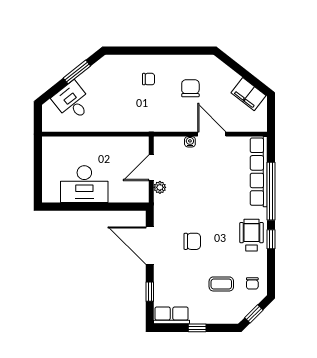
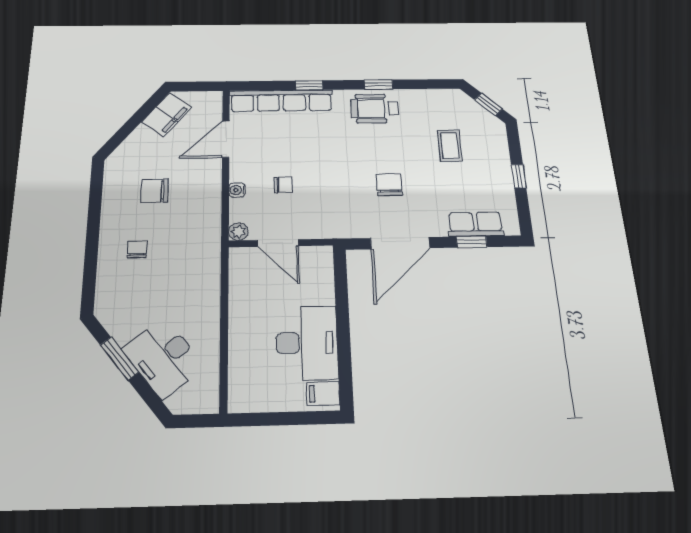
desk: (72, 102) -> (163, 358), width x1.37
door: (212, 134) -> (226, 139), moved
plant: (160, 187) -> (238, 232), moved
window: (271, 191) -> (309, 85), width x0.32
filing cabinet: (52, 193) -> (323, 394), added
chair: (252, 283) -> (283, 185), moved
row of seats: (172, 315) -> (475, 224), moved, turned 90

